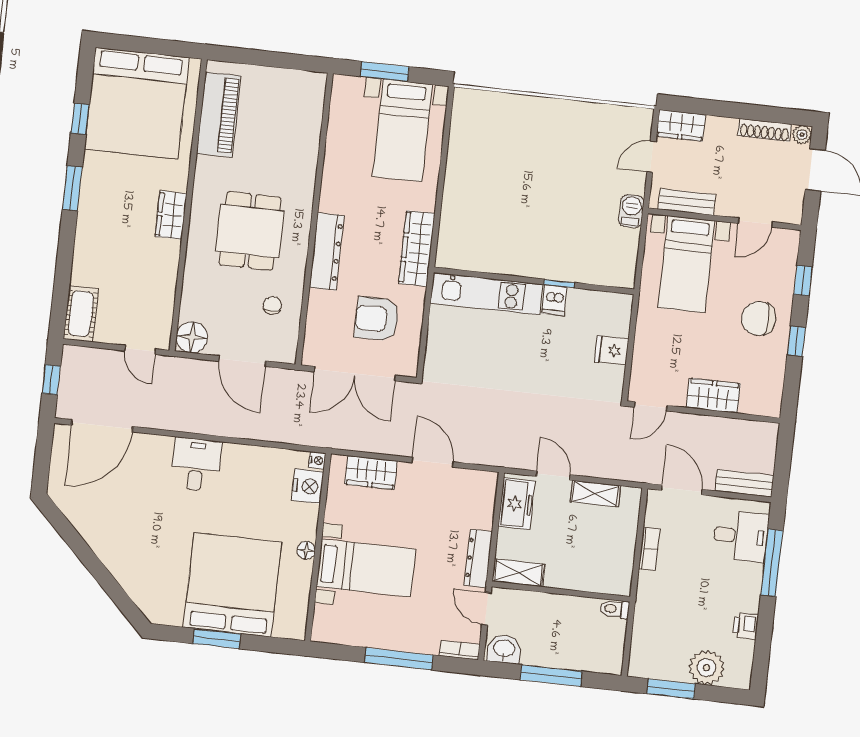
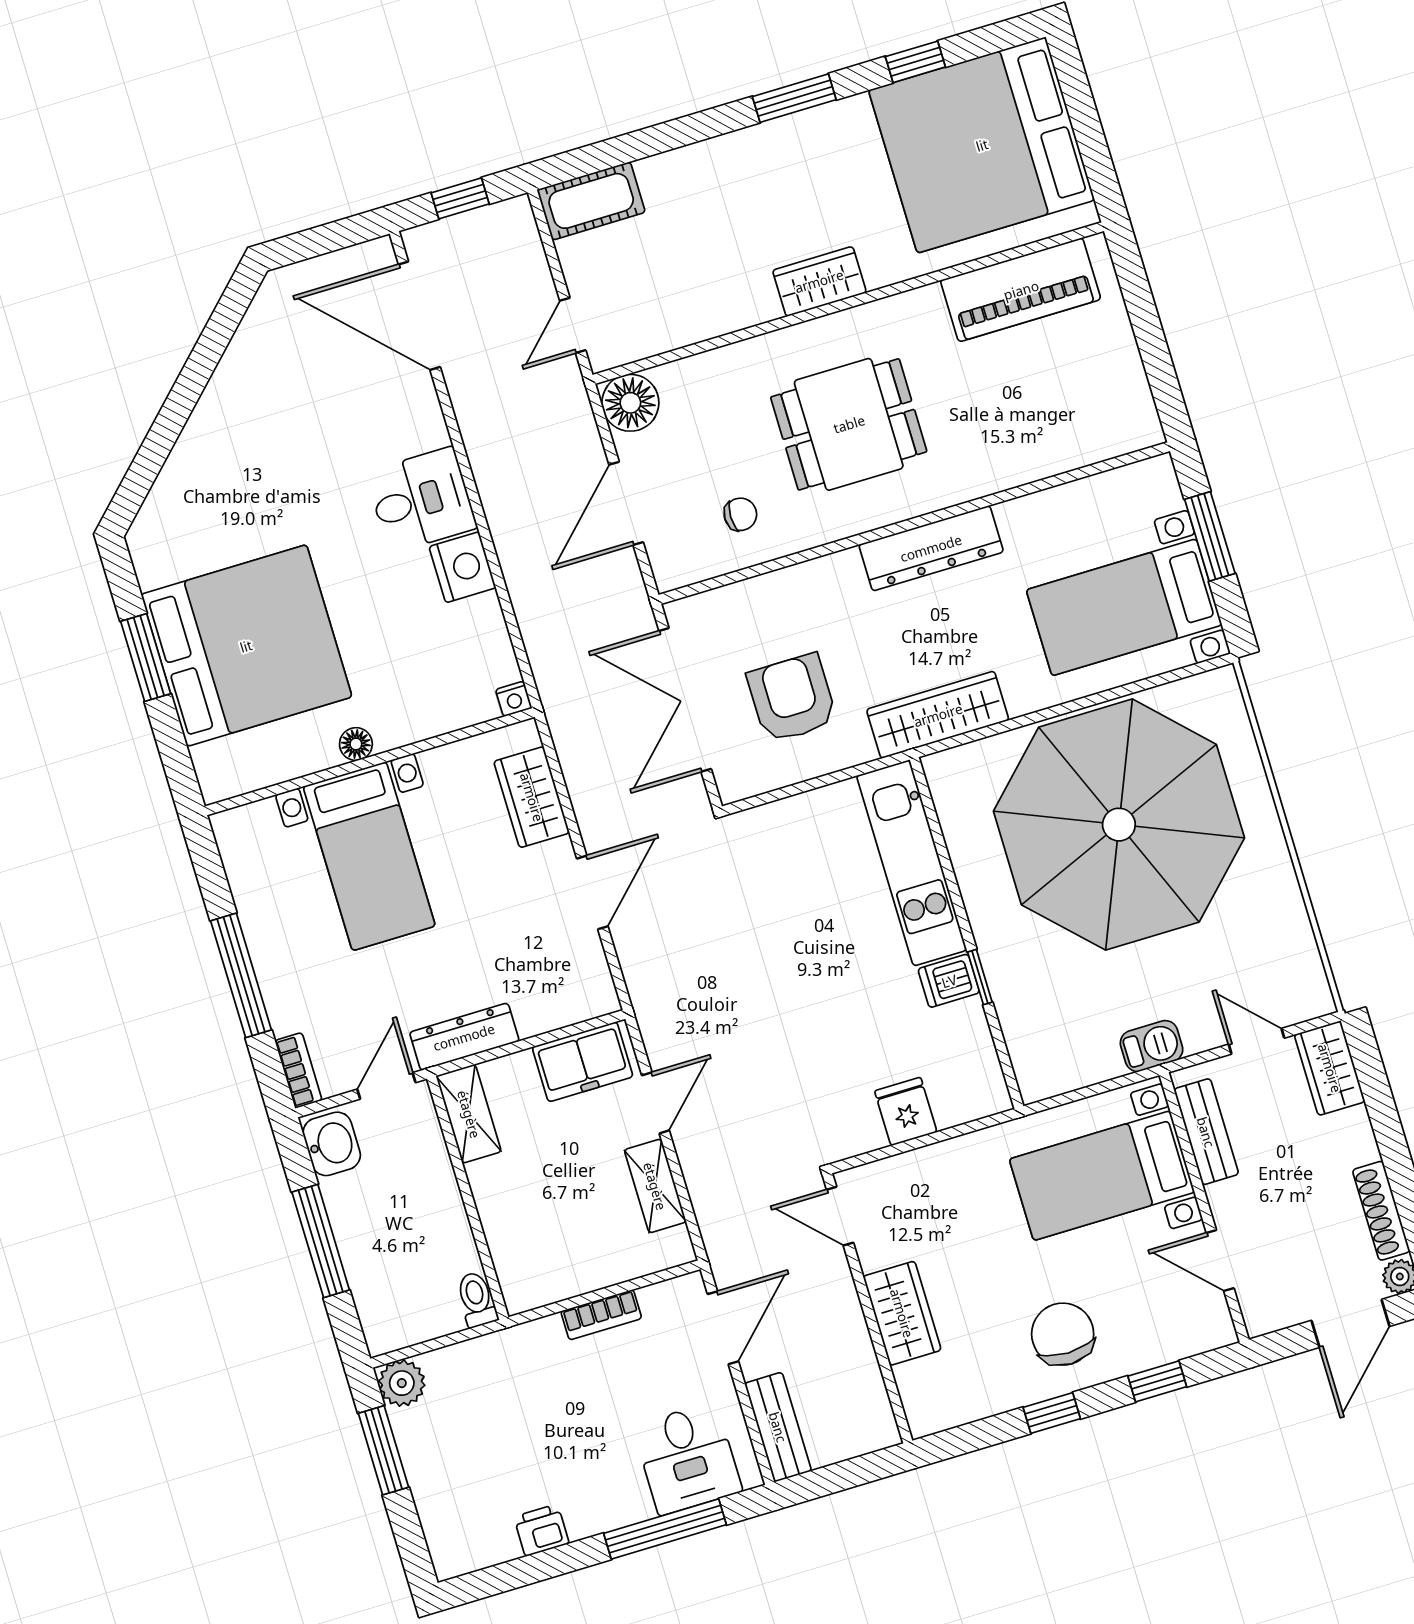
parasol: (512, 180) -> (1119, 825), added
dresser: (327, 252) -> (931, 548), moved
nightstand: (308, 486) -> (463, 567), moved, turned -90
plant: (706, 668) -> (402, 1383), moved, width x0.73, depth x0.73

